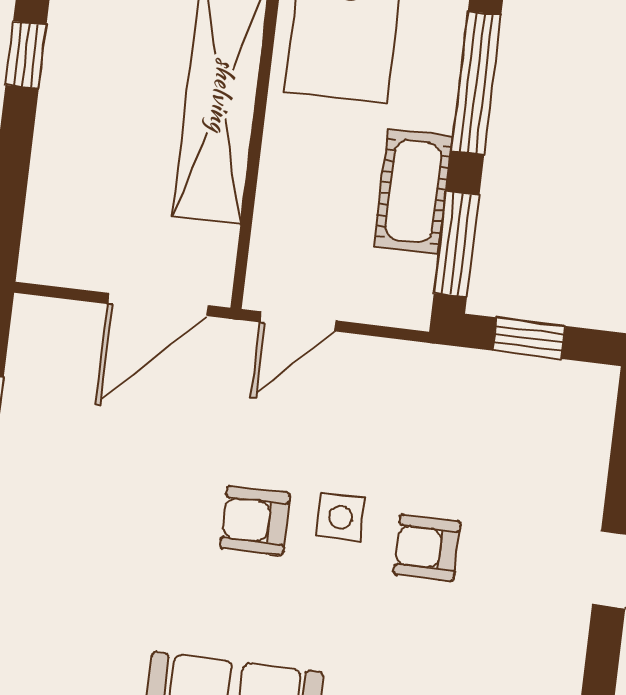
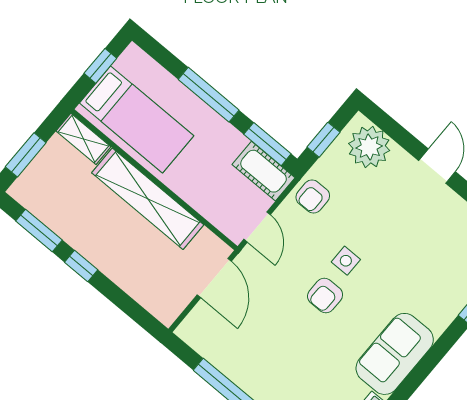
cot: (413, 191) -> (264, 171), moved
plant: (569, 427) -> (369, 147), added
armchair: (427, 548) -> (313, 196), moved

